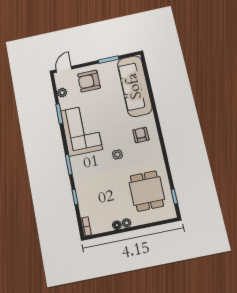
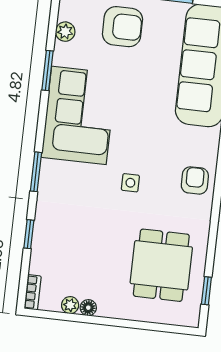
armchair: (89, 81) -> (122, 27), turned 180
armchair: (141, 135) -> (195, 180), moved
plant: (127, 223) -> (70, 305), moved

